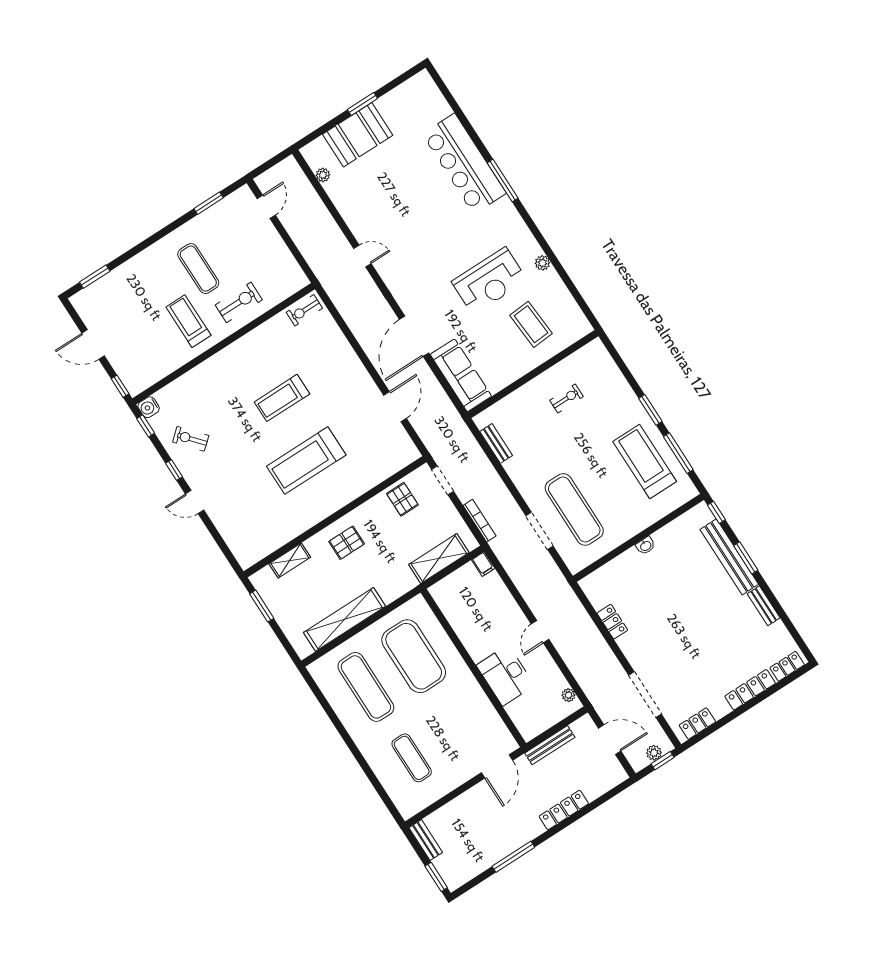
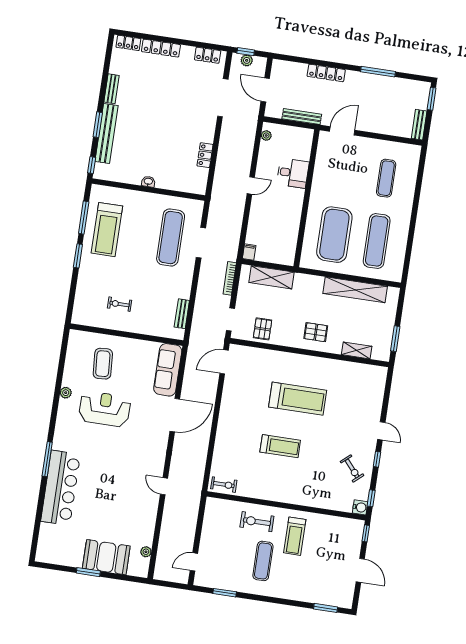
door: (395, 407) -> (224, 362), moved
desk: (505, 675) -> (293, 173), width x0.73

